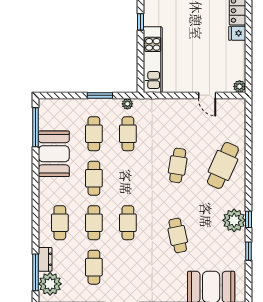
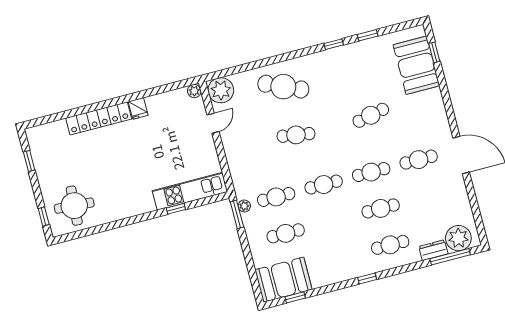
window: (141, 22) -> (176, 209), moved
window: (100, 95) -> (237, 214), moved
window: (36, 127) -> (295, 297), width x0.46
booth: (54, 154) -> (283, 280), moved
cafe table: (94, 178) -> (324, 185), moved
window: (36, 195) -> (367, 279), added
plant: (234, 220) -> (221, 90), moved
cafe table: (94, 267) -> (419, 160), moved

